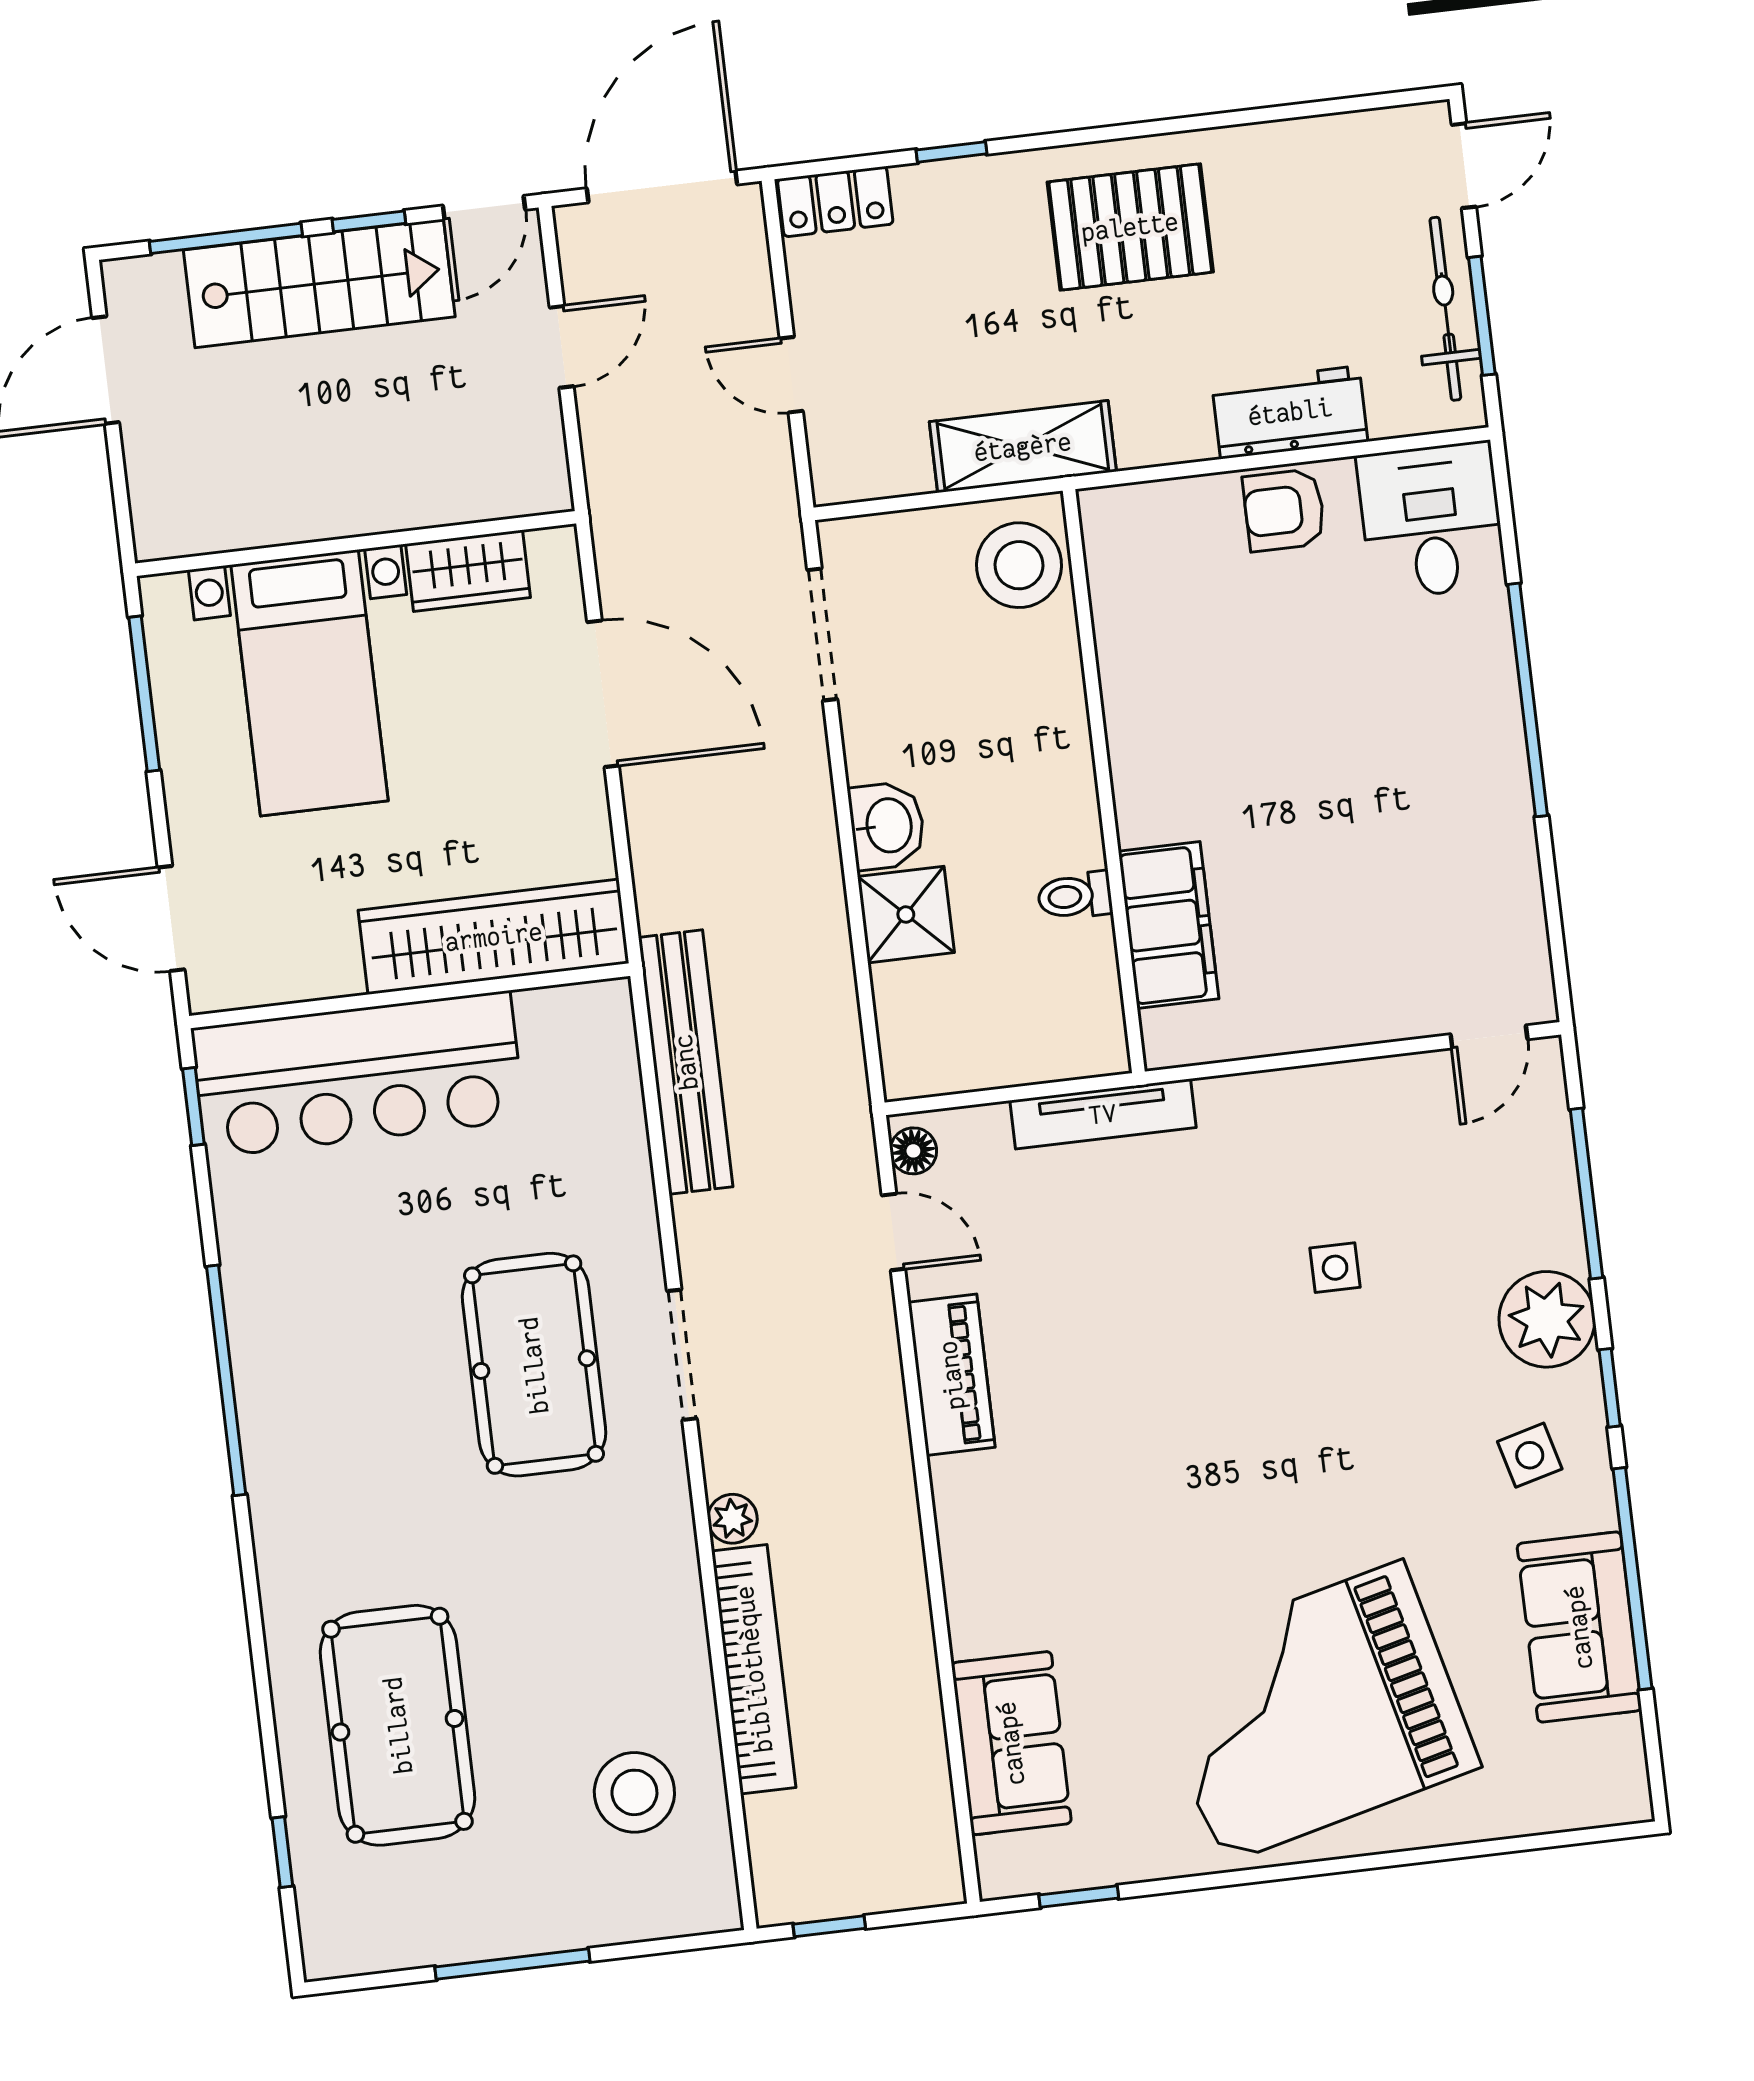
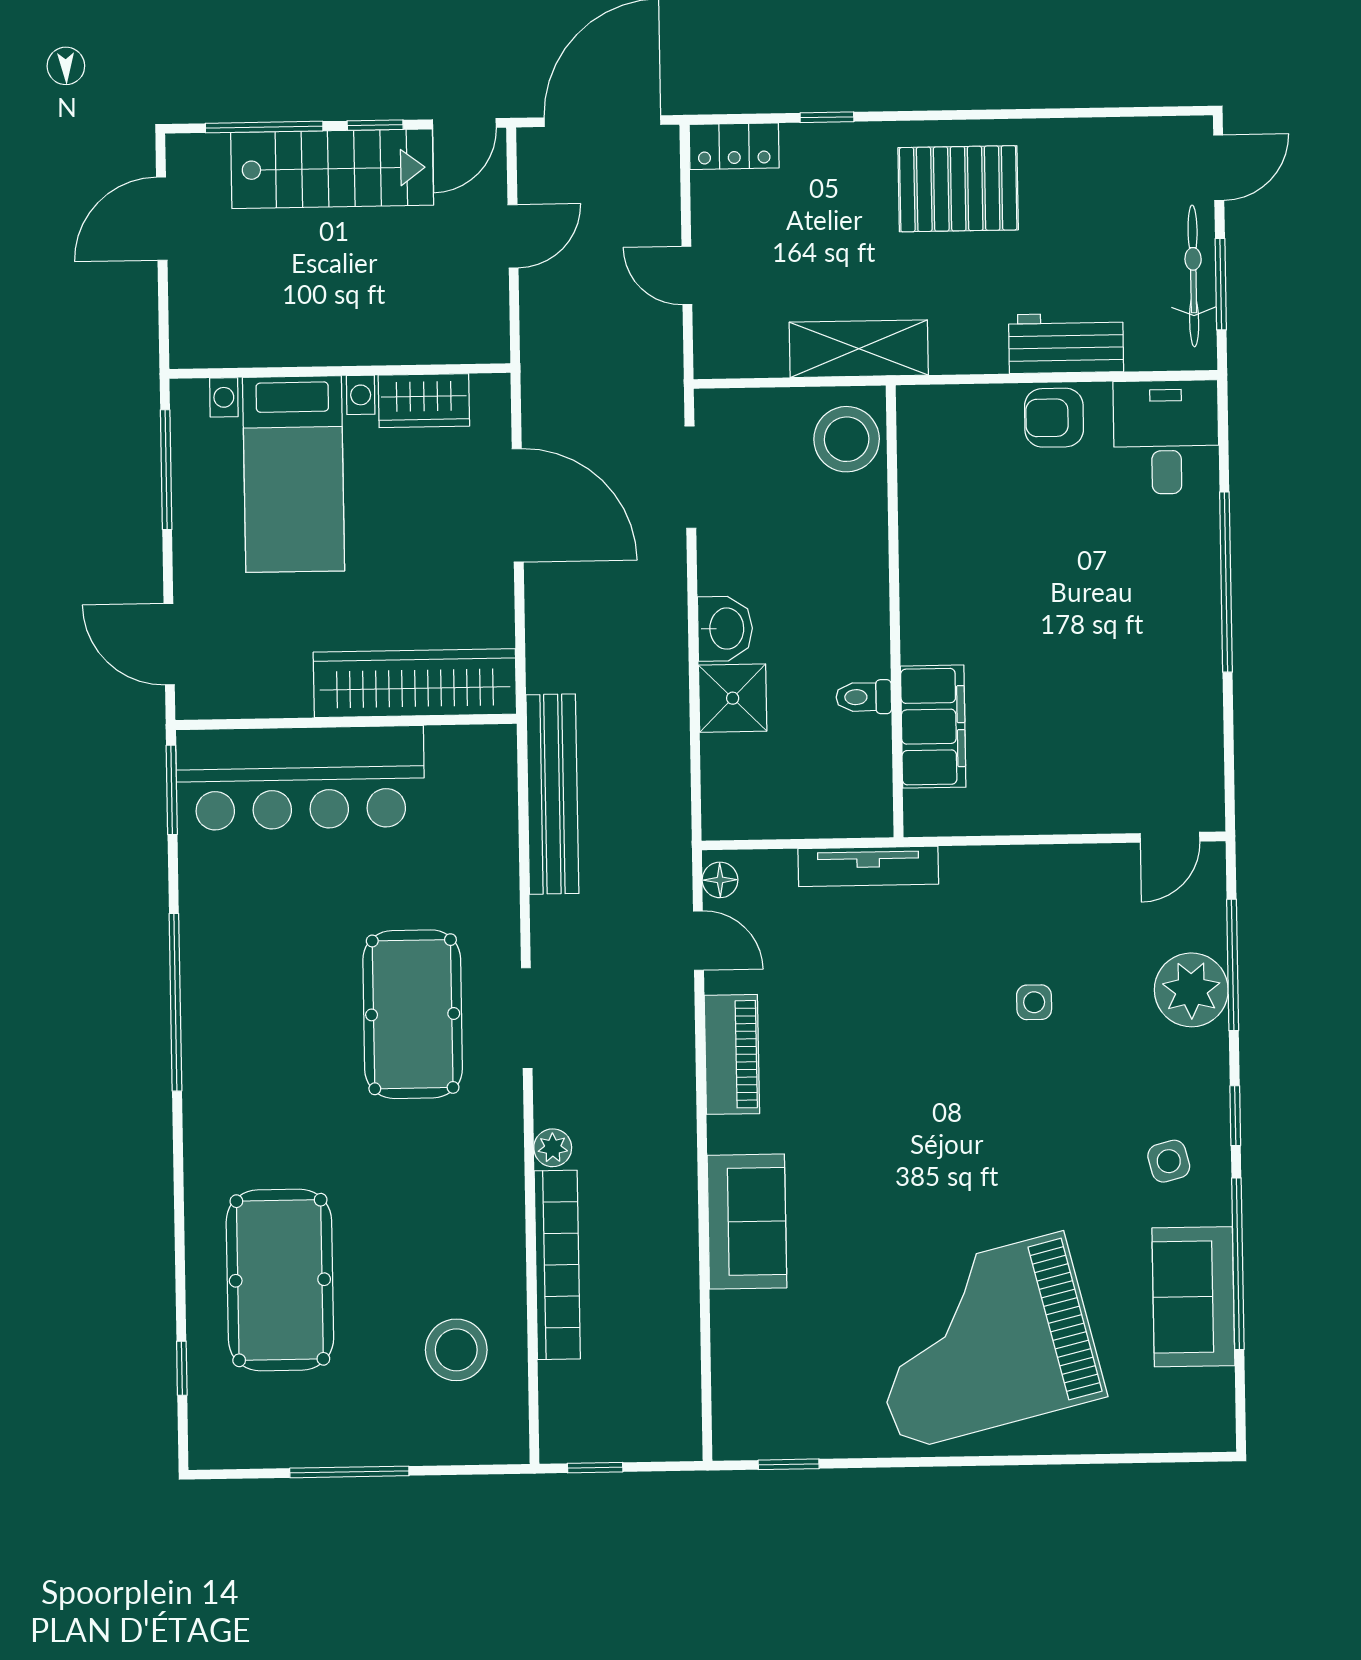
window: (193, 1106) -> (172, 790), width x1.50
plant: (1547, 1319) -> (1191, 990), moved
sofa: (1011, 1743) -> (747, 1222), moved

